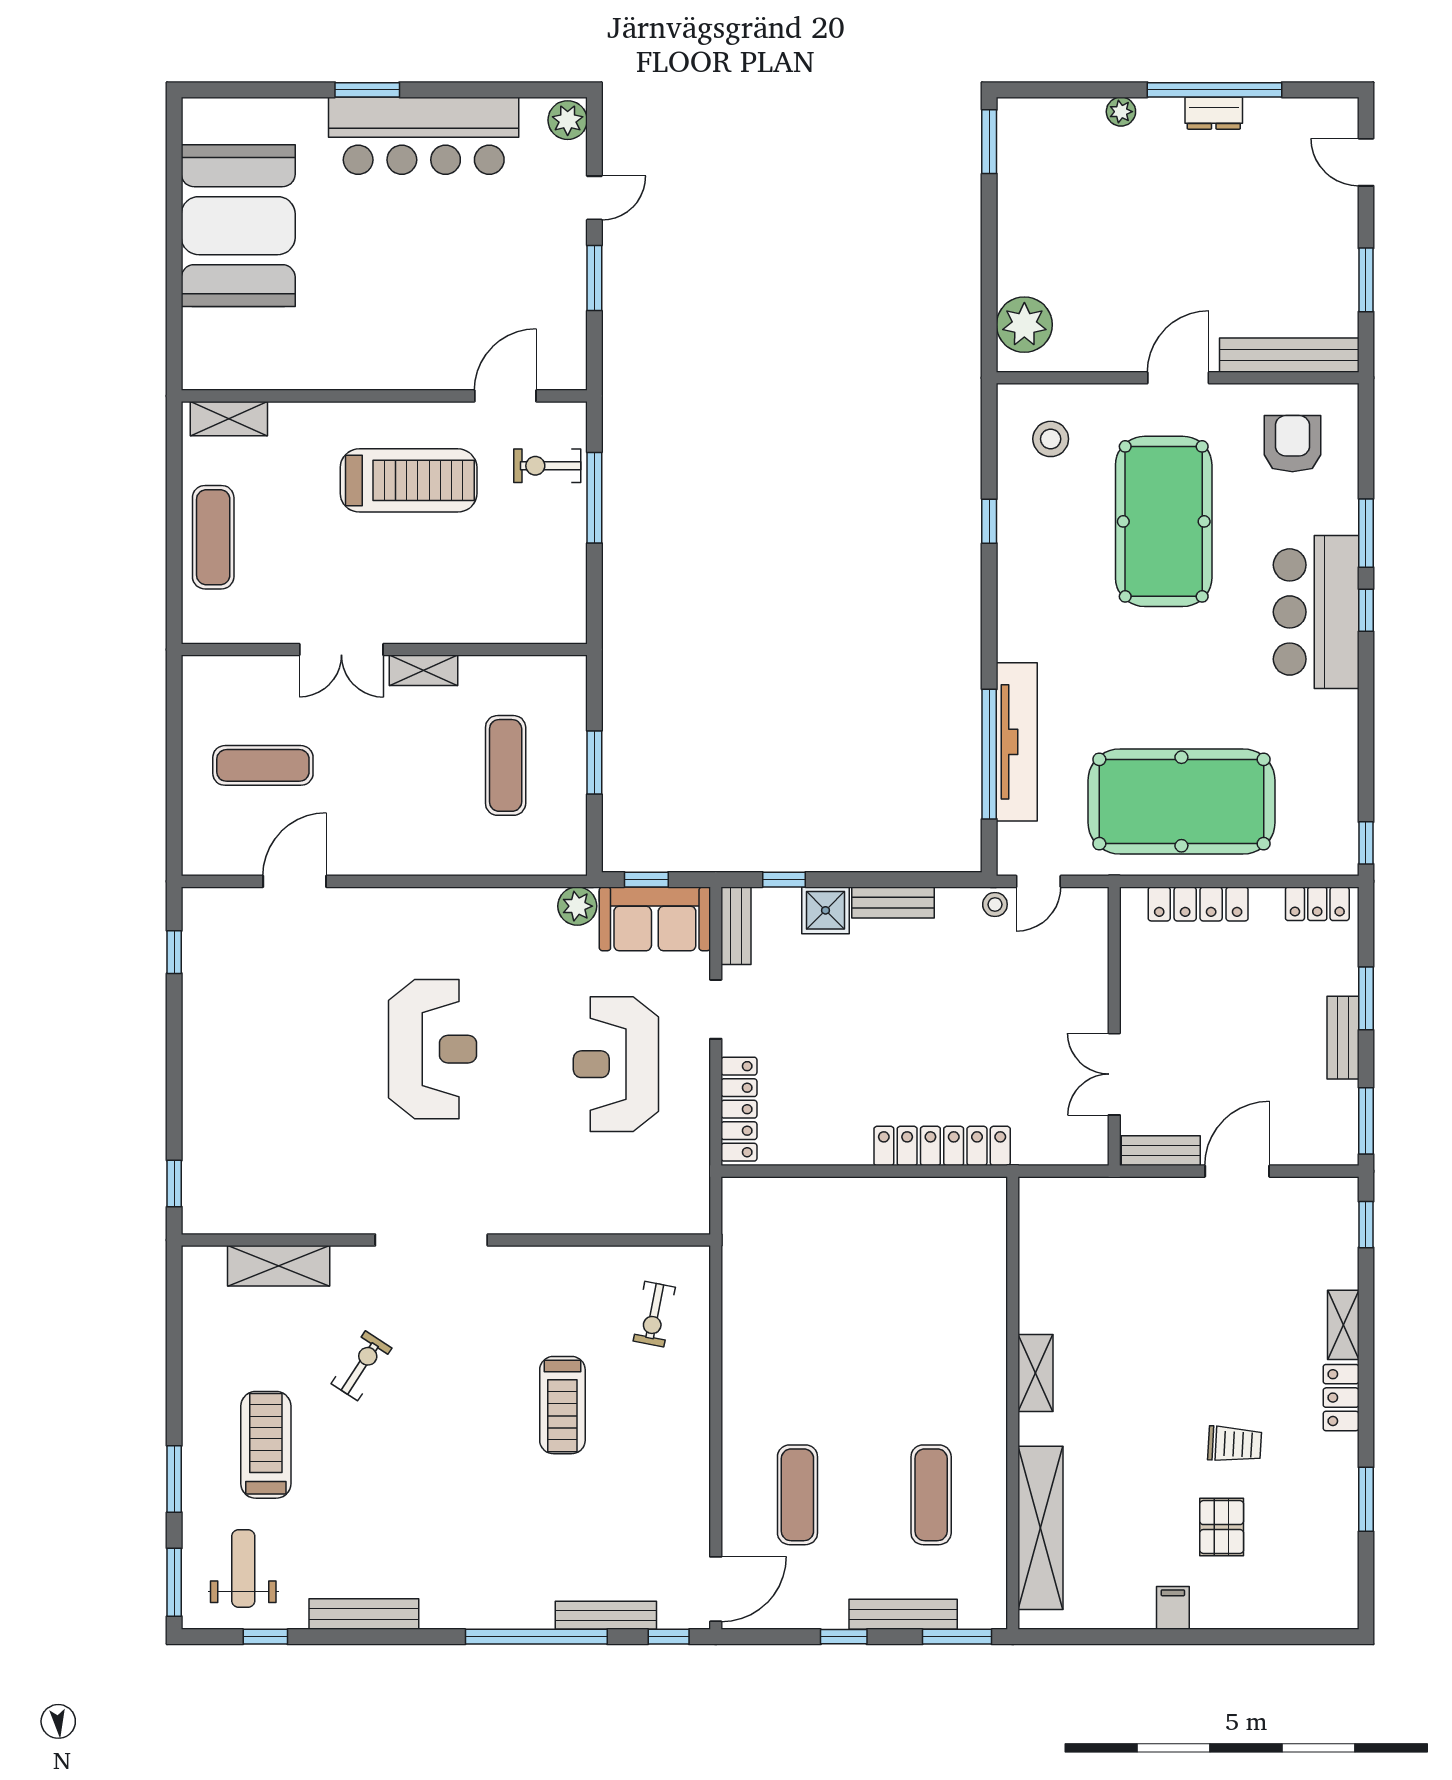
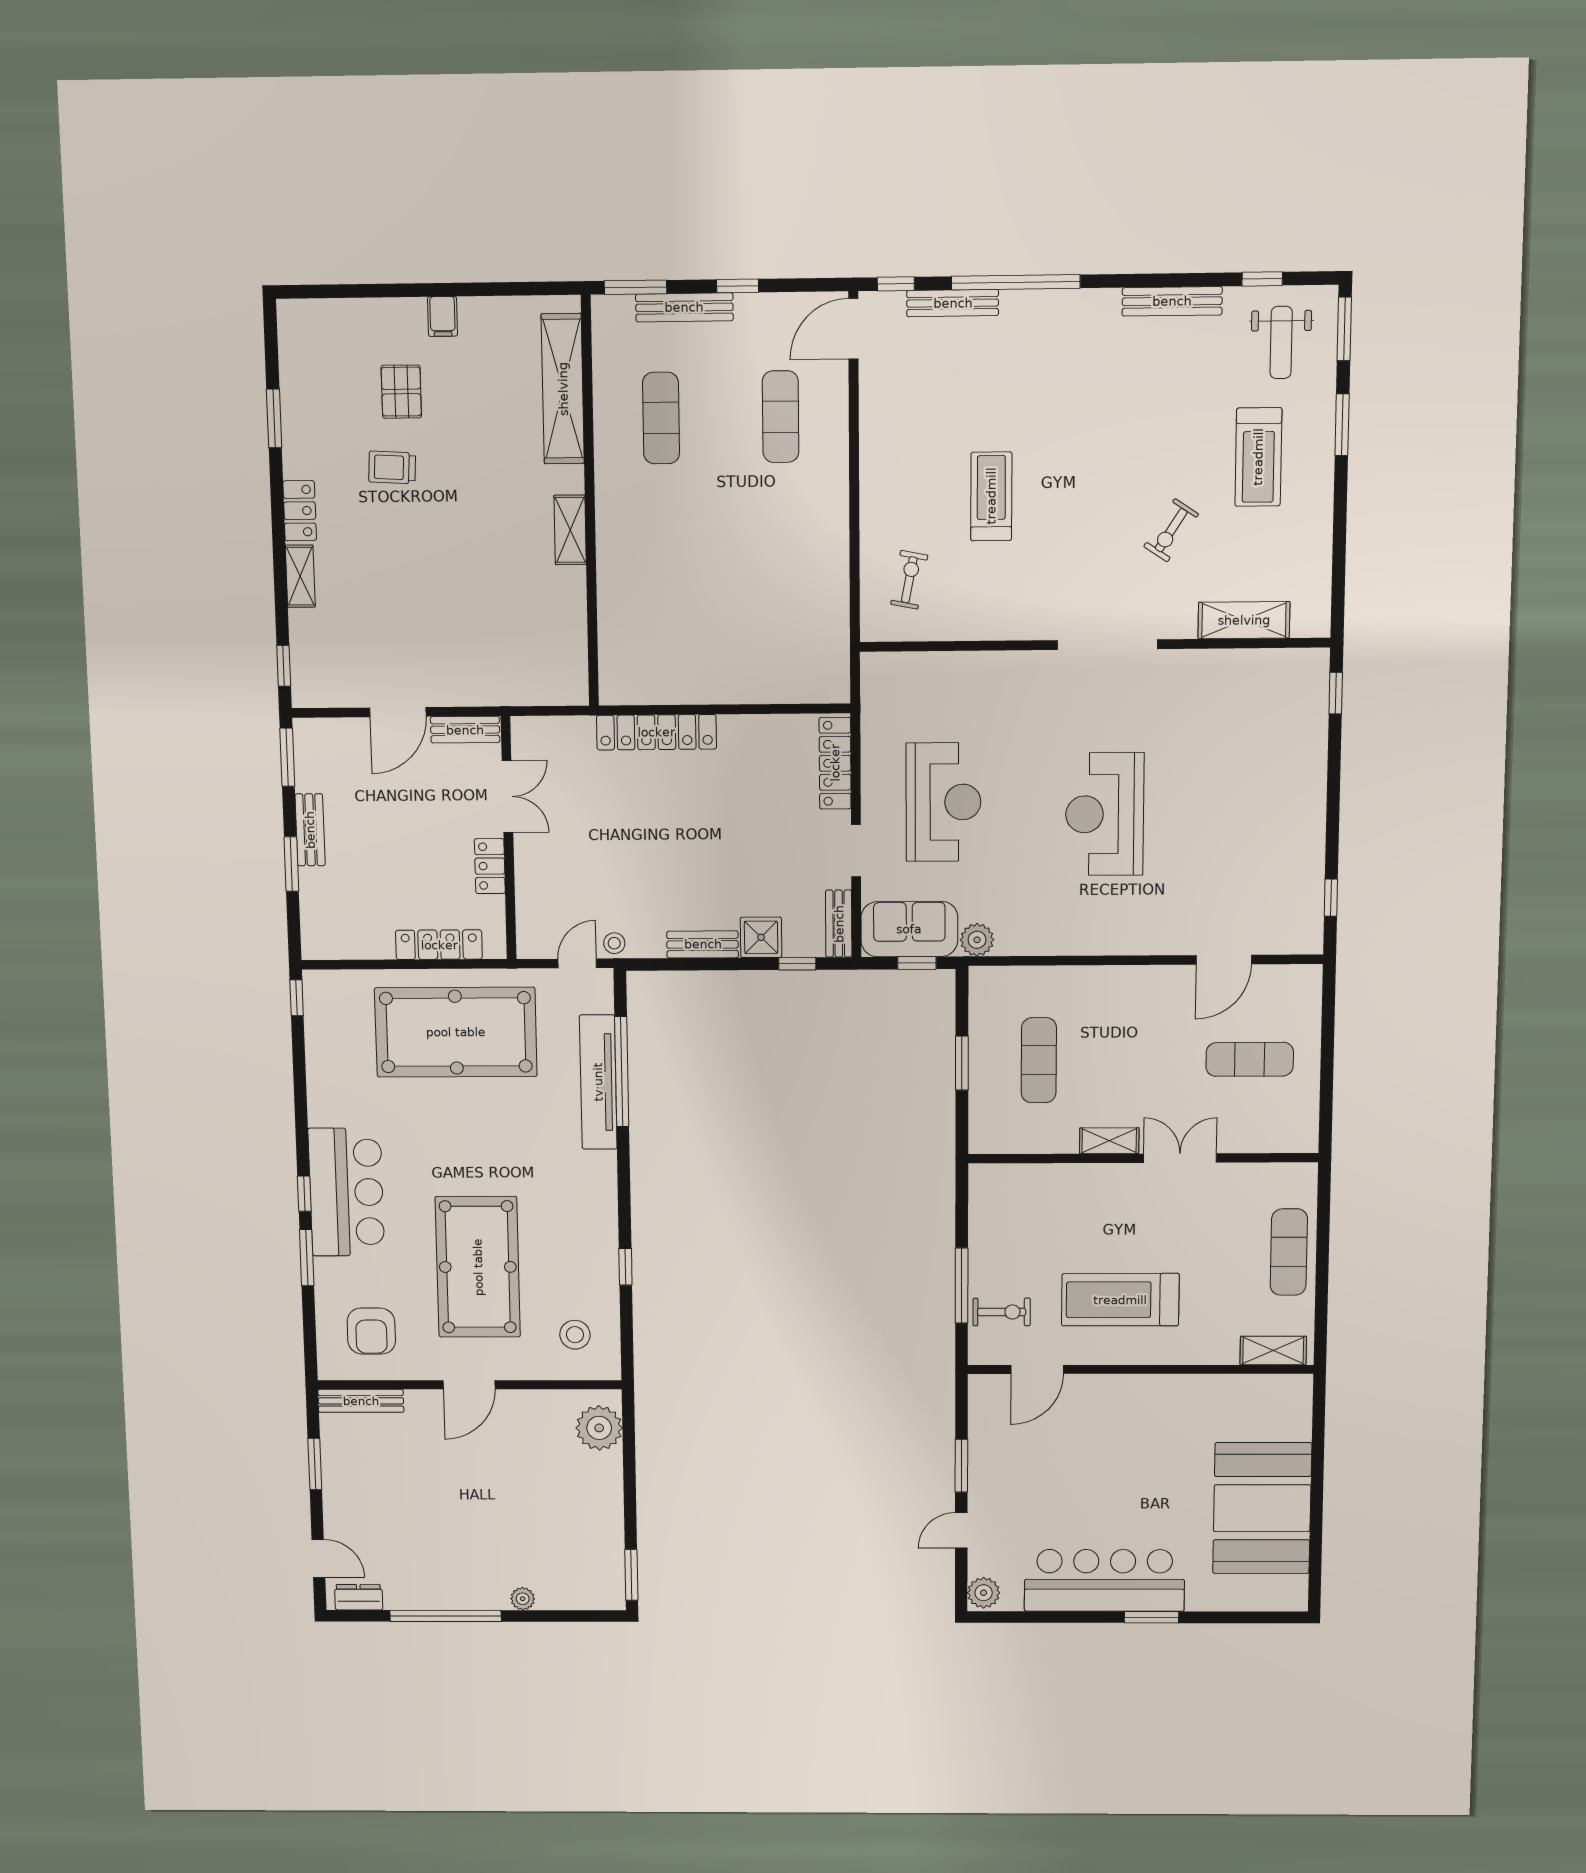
dresser: (1214, 113) -> (359, 1597), moved
bench: (1289, 355) -> (361, 1401), width x0.73, depth x0.82
locker: (1317, 904) -> (490, 866), moved, turned -90

